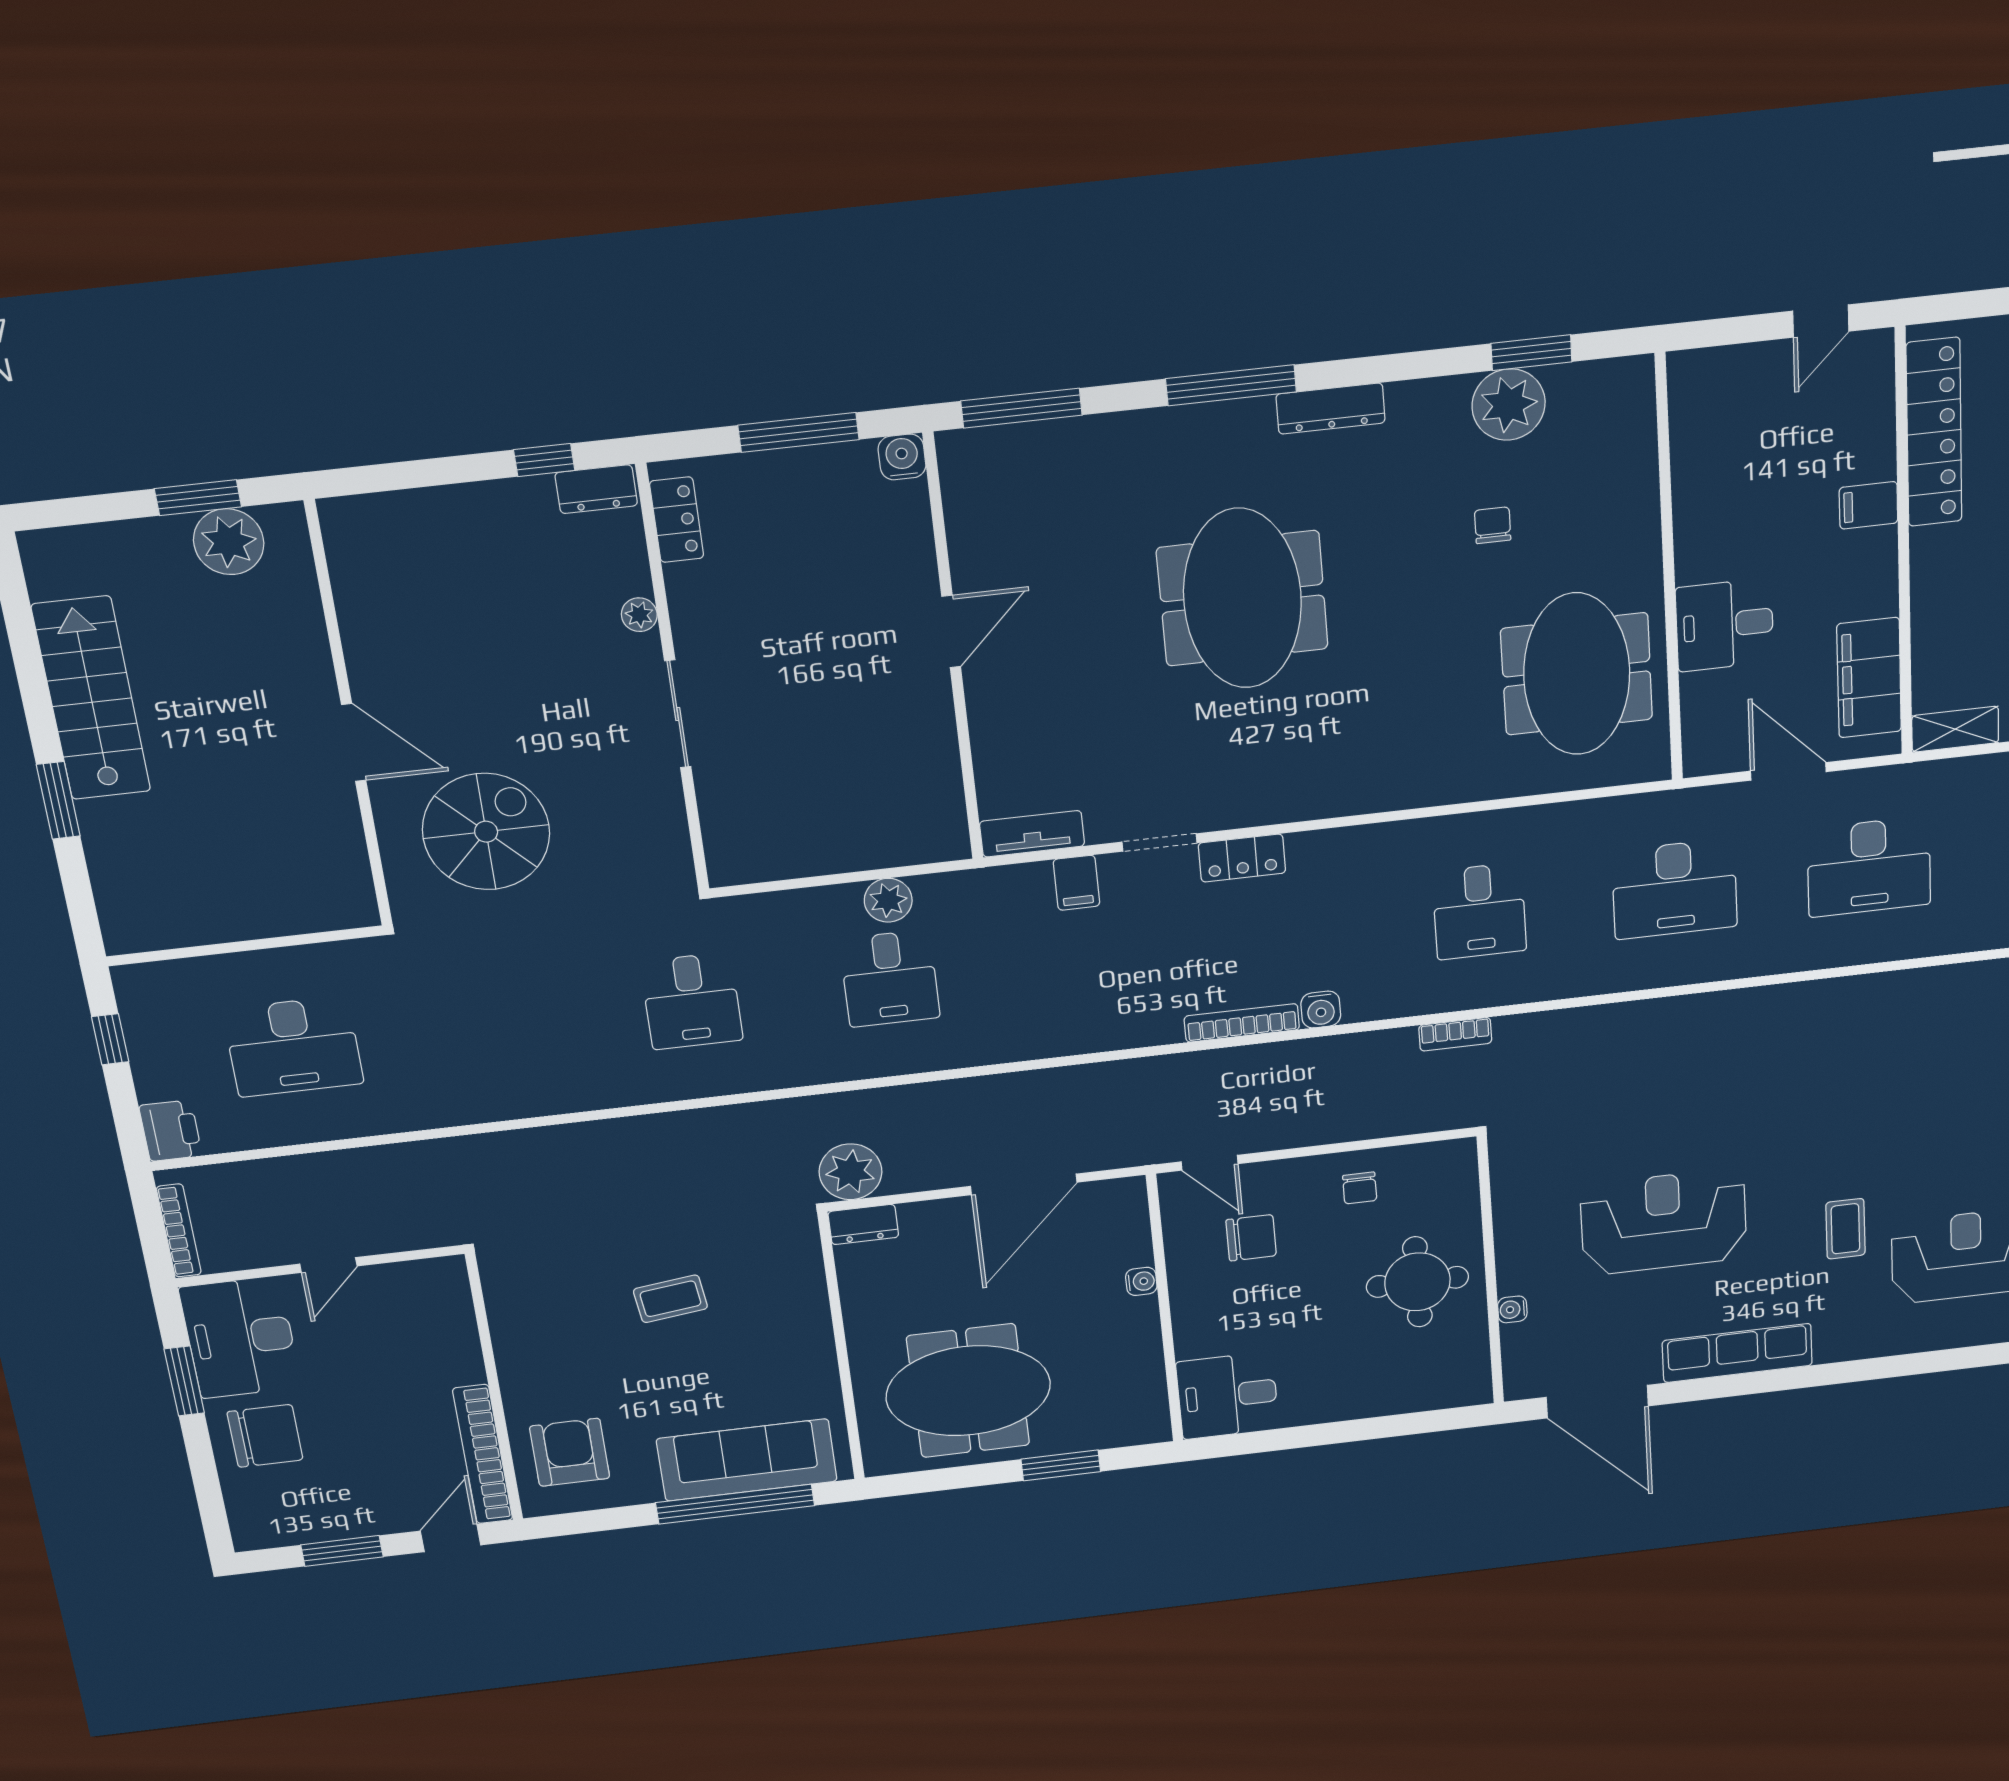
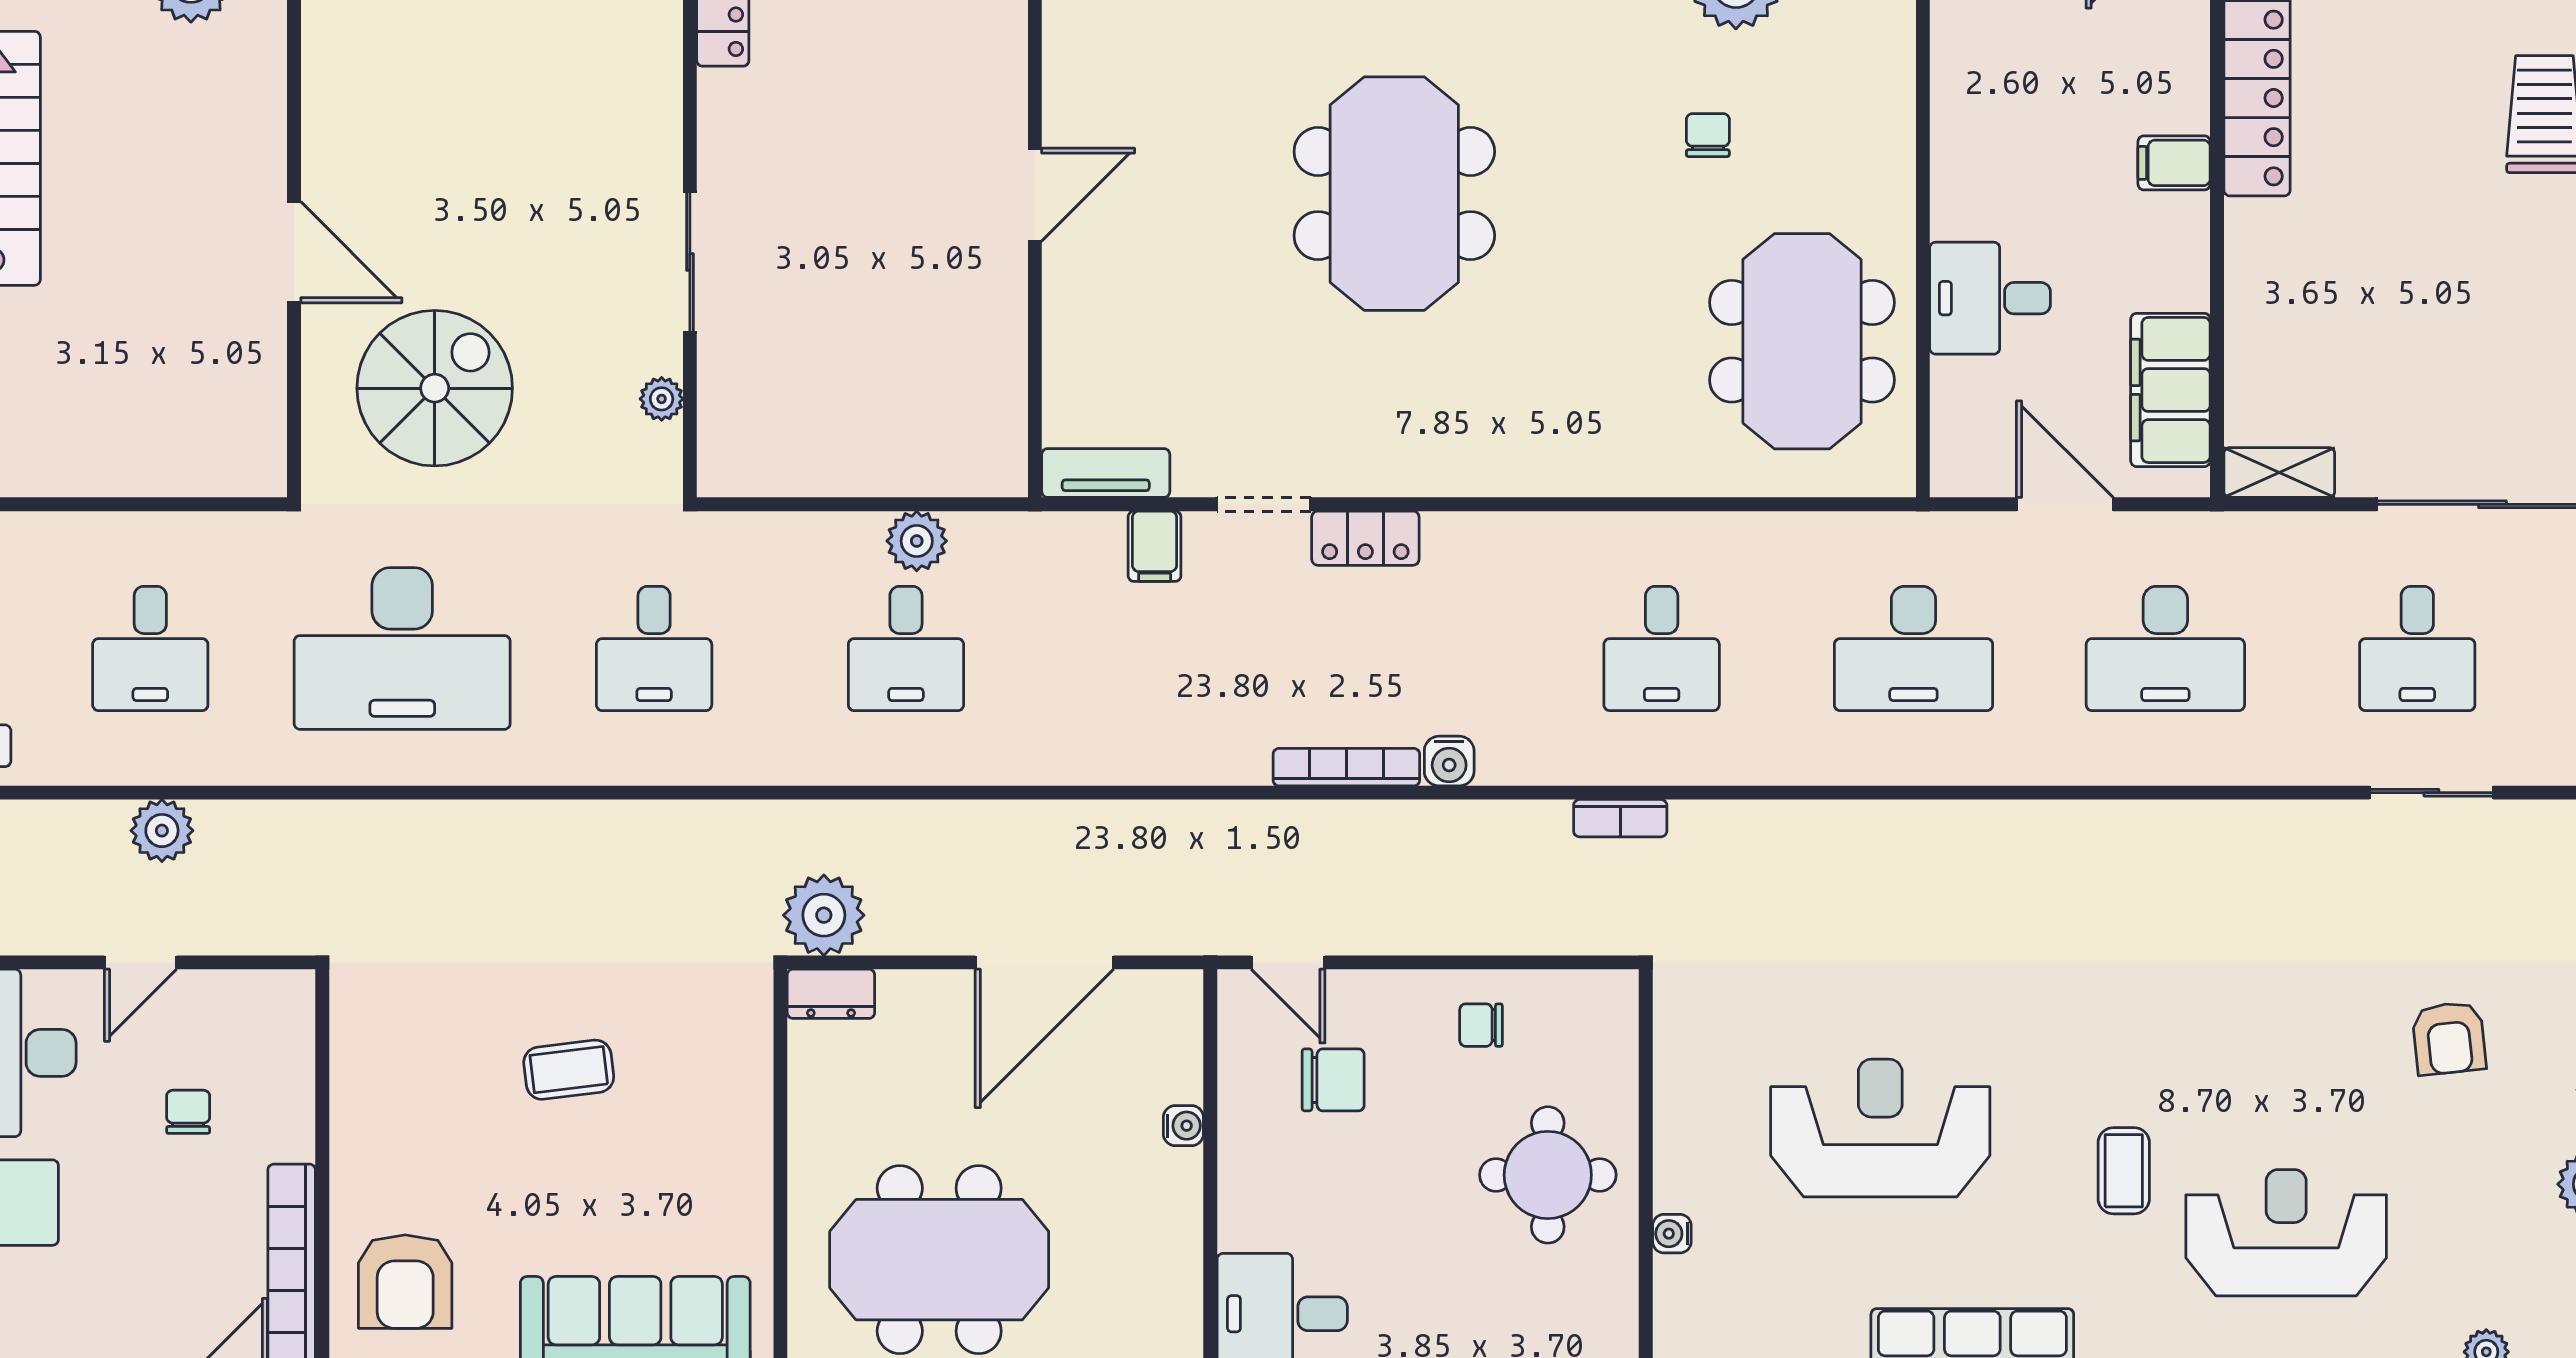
plant: (639, 615) -> (662, 399), moved
desk: (493, 1024) -> (402, 648), added
desk: (293, 1046) -> (150, 648), width x0.73
plant: (327, 1173) -> (162, 831), added
chair: (1360, 1188) -> (1481, 1025), turned 90
chair: (385, 1361) -> (188, 1112), added
armchair: (570, 1452) -> (405, 1282), turned 180

